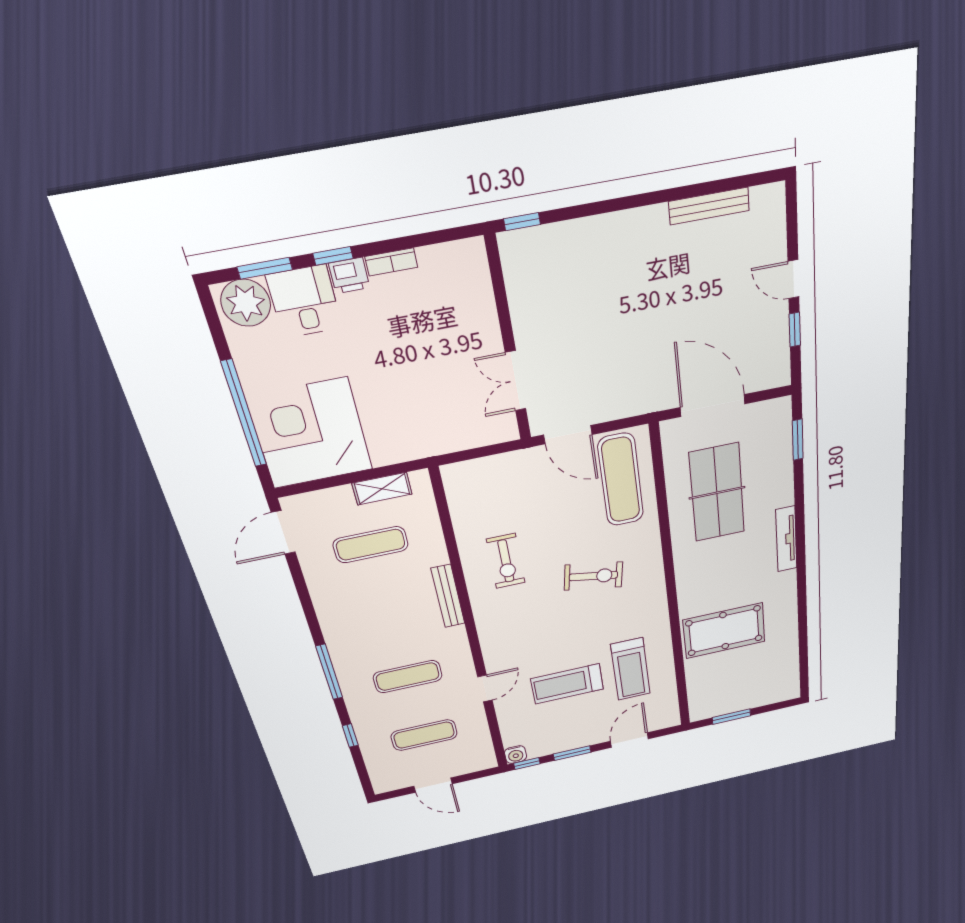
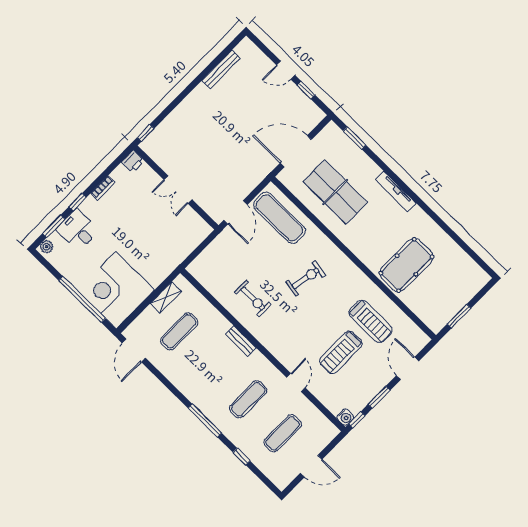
printer: (349, 276) -> (133, 161), moved
plant: (246, 303) -> (47, 247), width x0.53, depth x0.53
double door: (516, 381) -> (178, 190), moved
door: (568, 435) -> (235, 212), hinge flipped
bench: (448, 596) -> (241, 341), width x0.73

